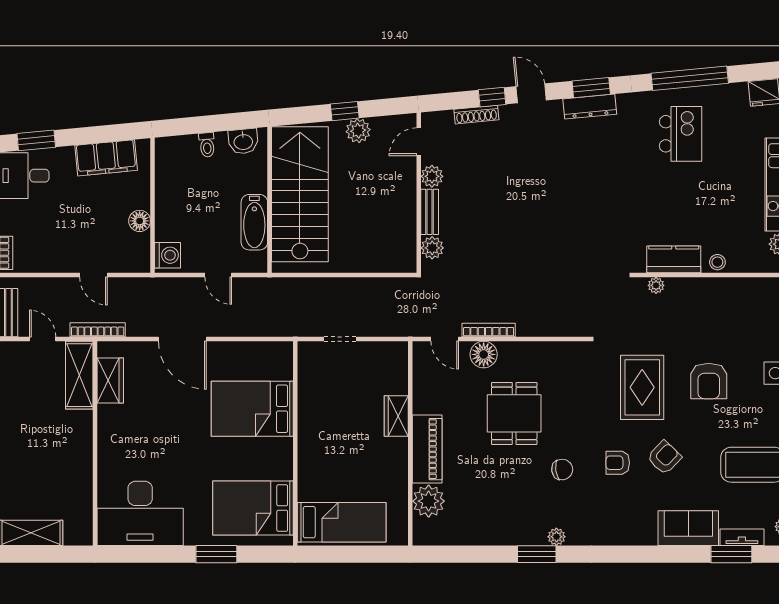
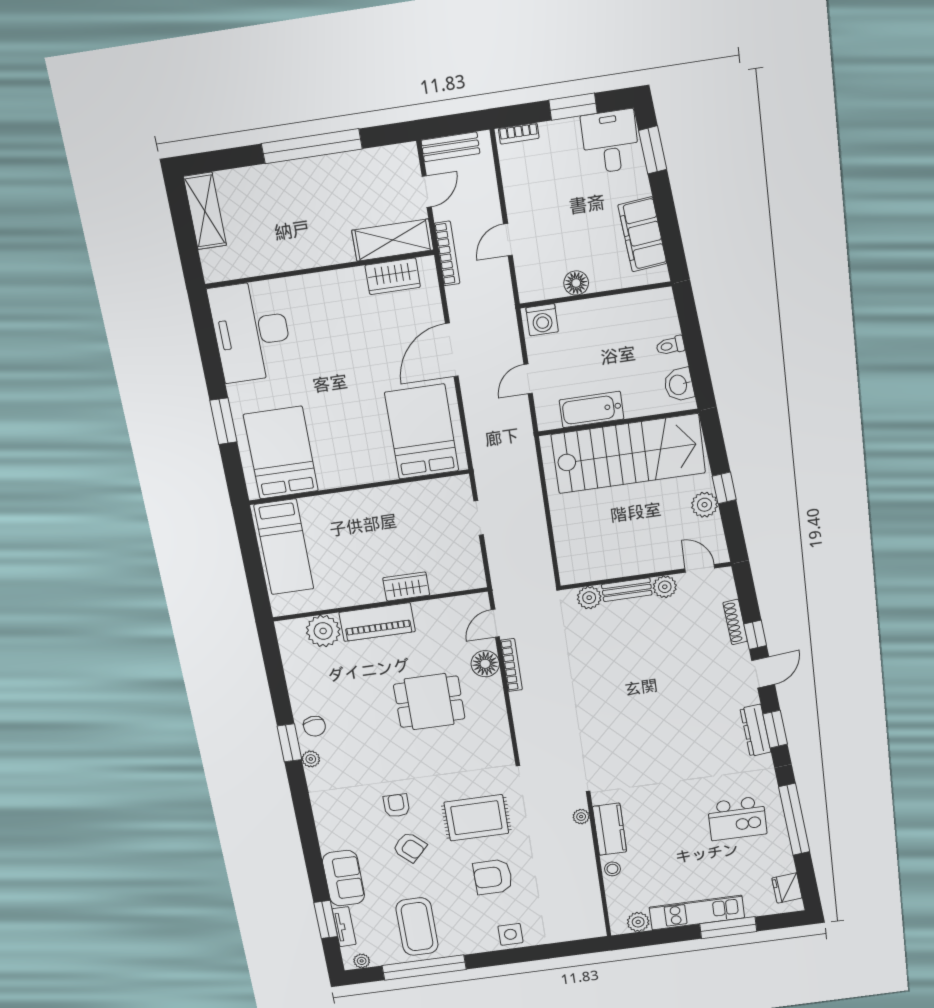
bed: (252, 409) -> (422, 432), moved
chair: (562, 470) -> (314, 726), moved

